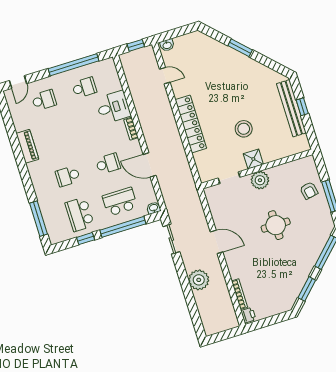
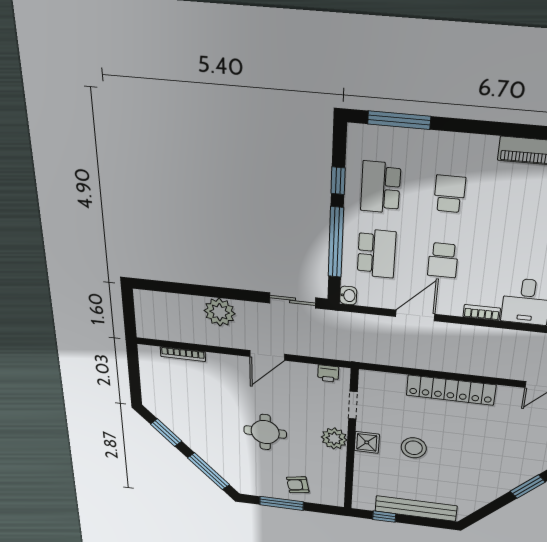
window: (302, 107) -> (384, 517), moved
school desk: (80, 214) -> (381, 187), turned -90
printer: (248, 315) -> (328, 374), moved

